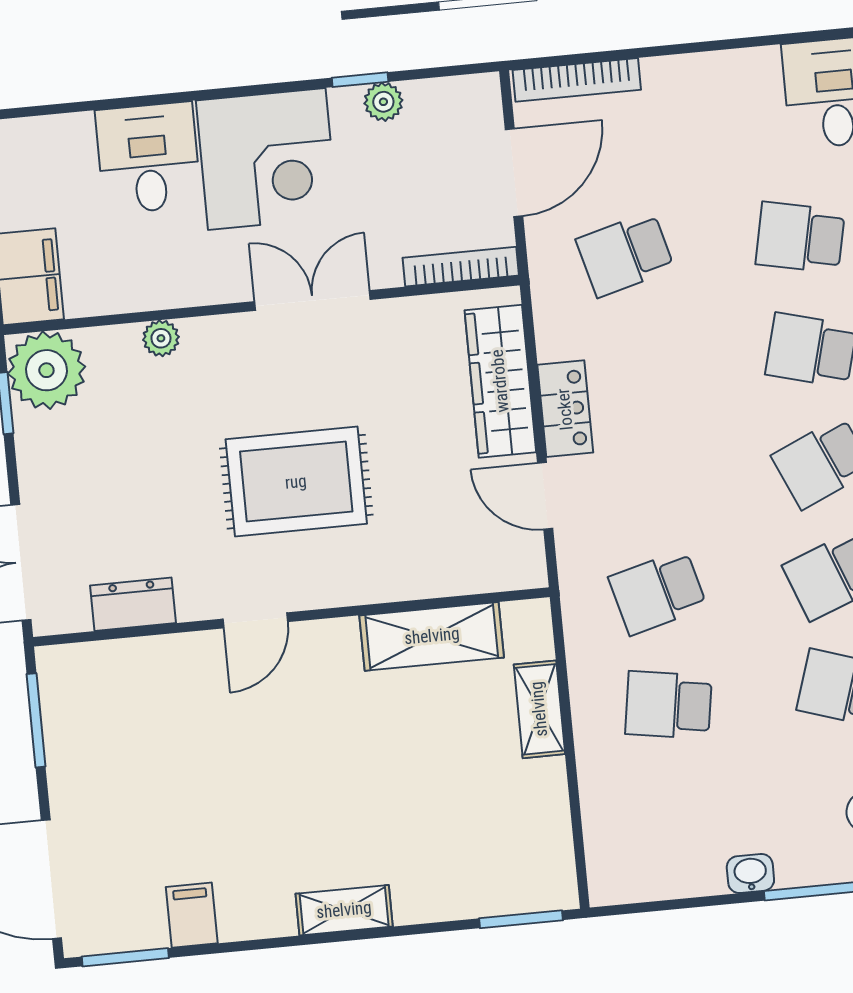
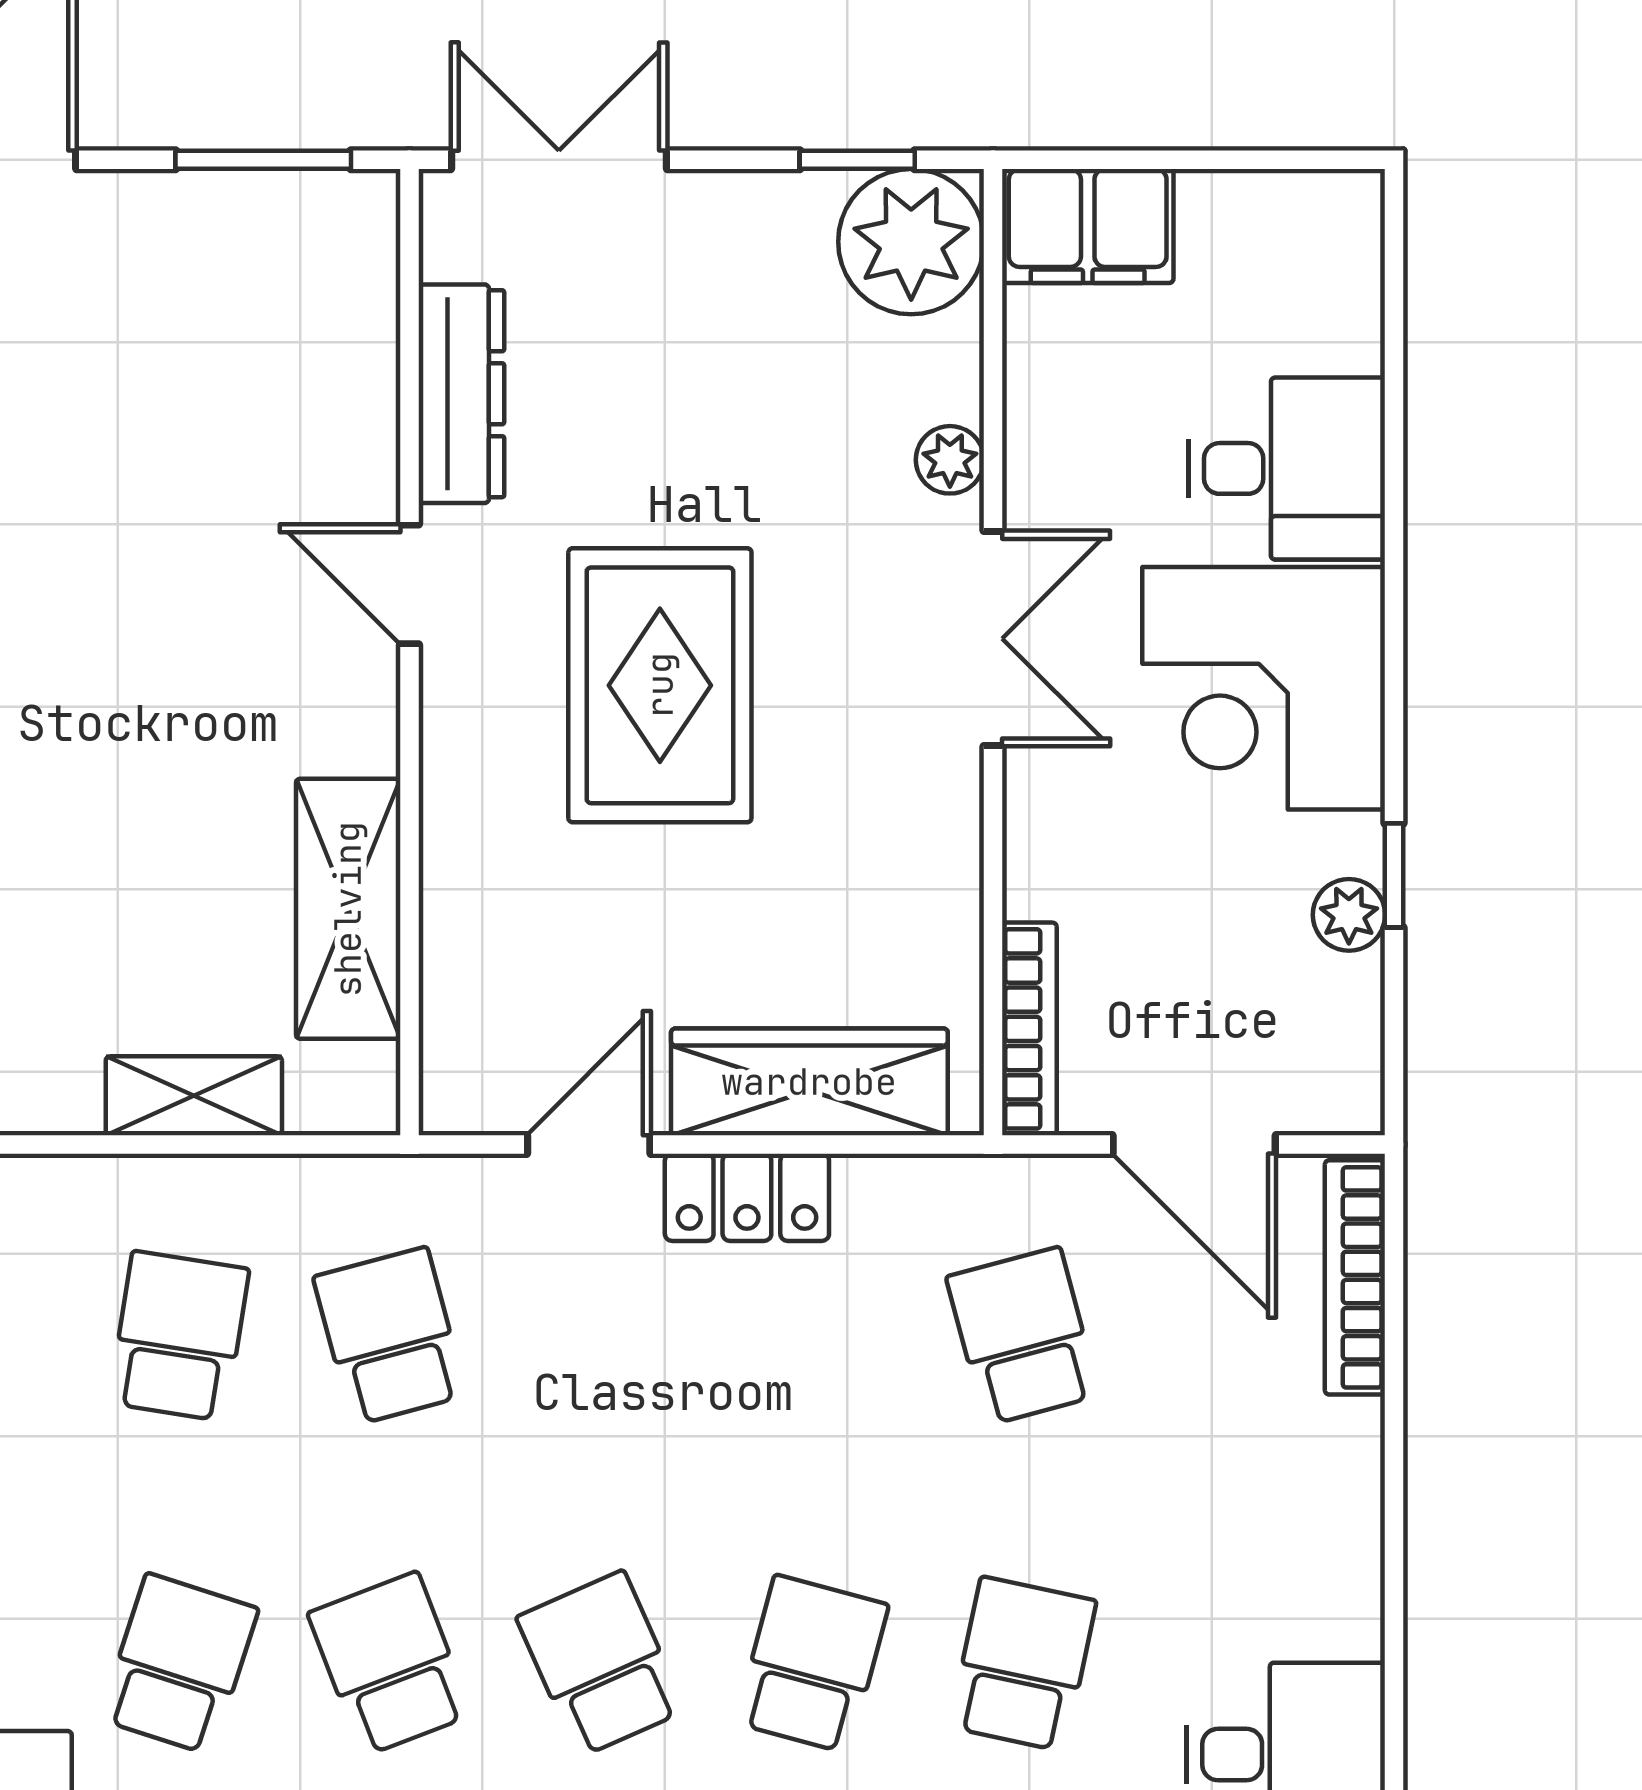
double door: (313, 300) -> (993, 639), moved
dresser: (133, 604) -> (461, 394), width x1.44

